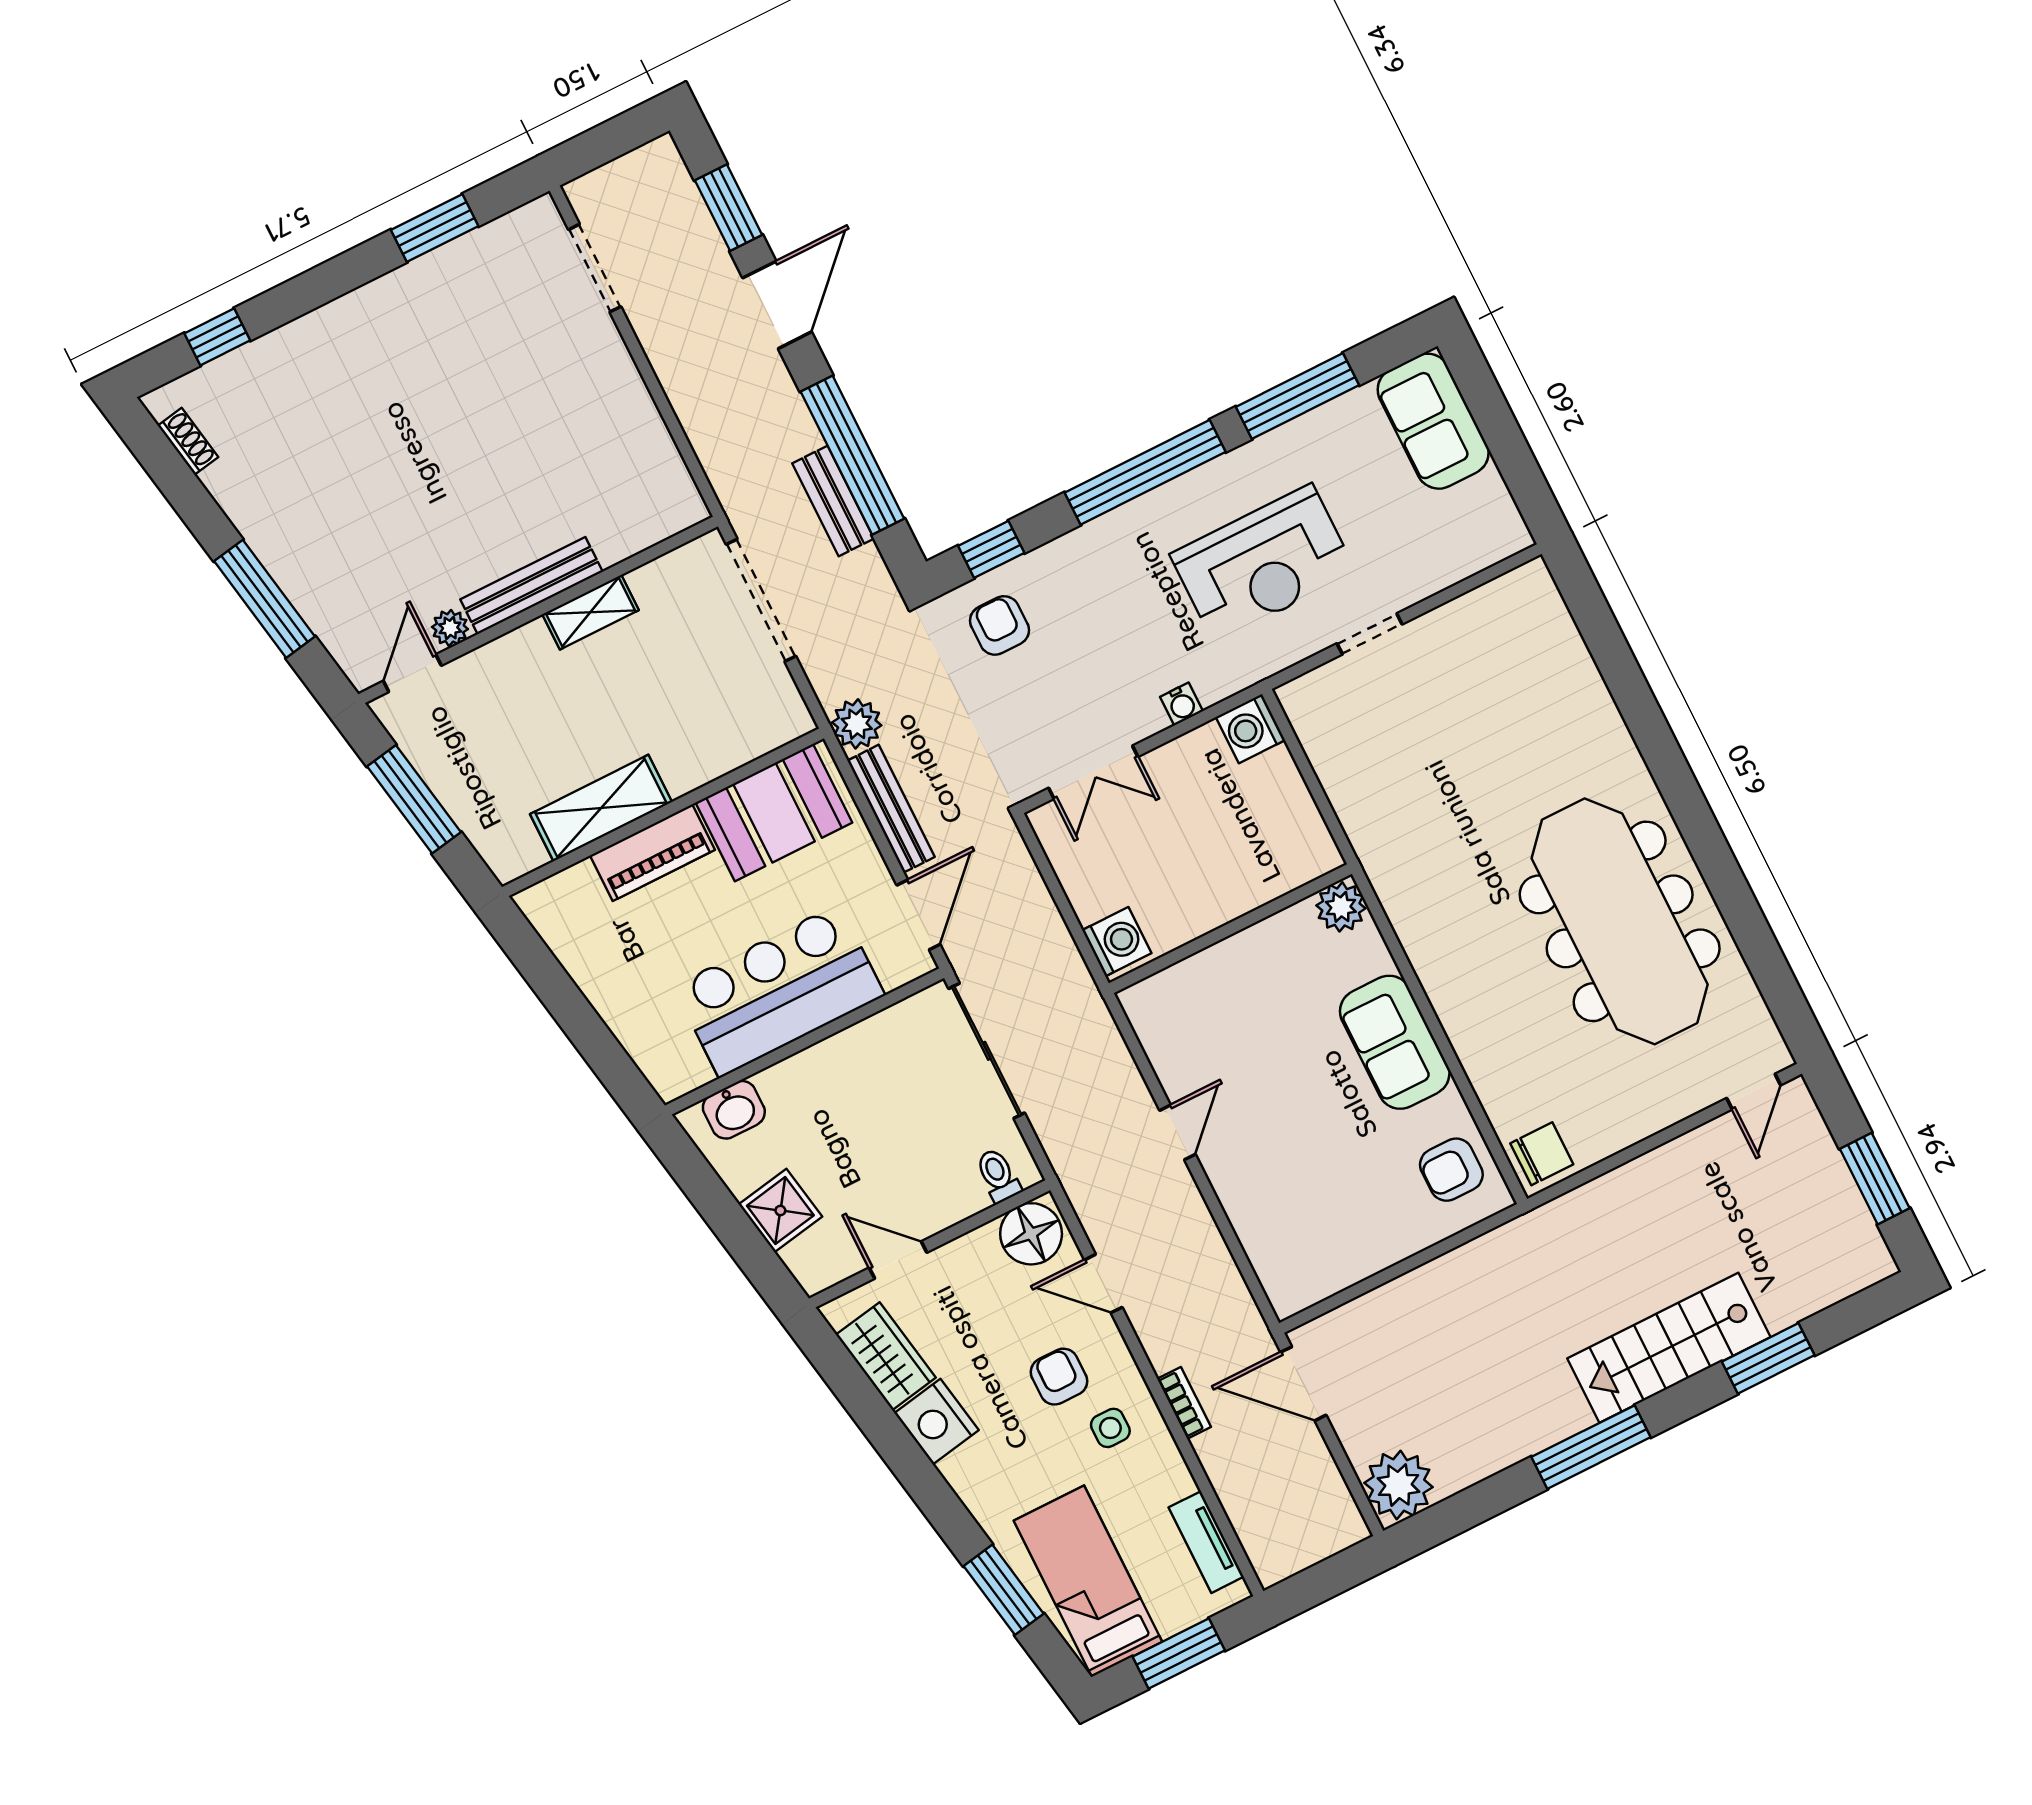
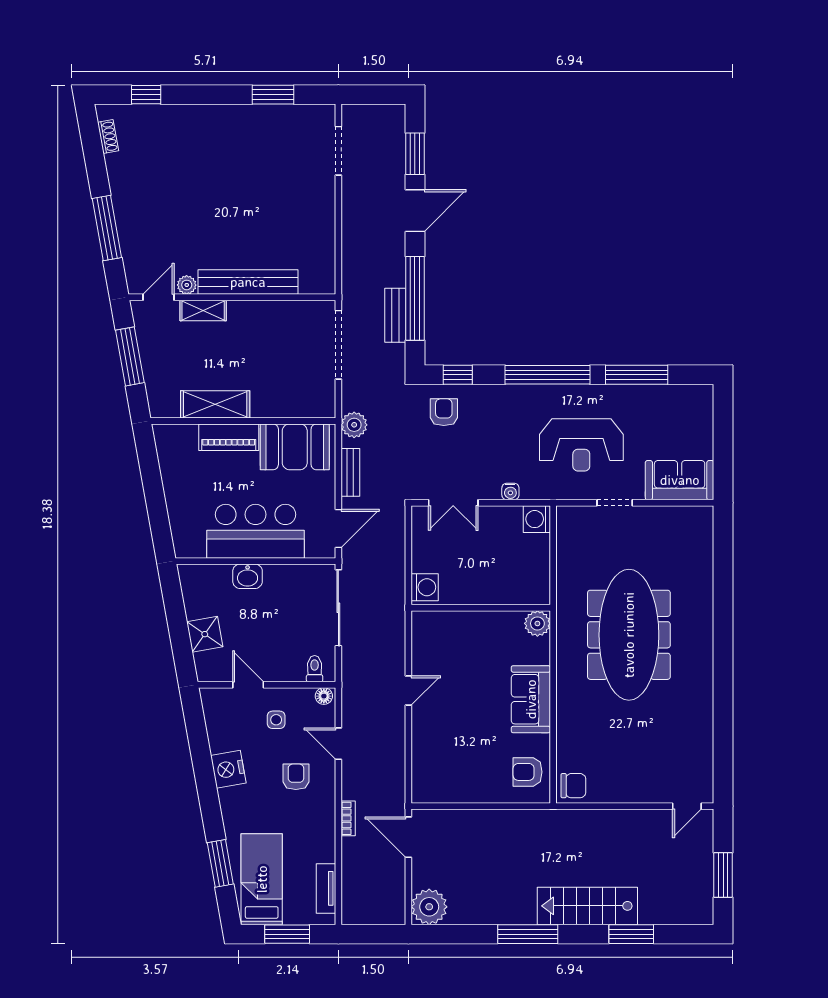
sofa: (1433, 421) -> (680, 480), moved, turned 90
bench: (532, 586) -> (248, 282), width x1.37, depth x1.21
shelving: (591, 612) -> (203, 310), moved
bench: (891, 809) -> (350, 472), width x0.73
meeting table: (1620, 921) -> (629, 635), moved
washbasin: (734, 1110) -> (248, 576), moved
floor lamp: (1031, 1234) -> (324, 696), width x0.53, depth x0.53
wardrobe: (886, 1356) -> (220, 727), removed
side table: (1110, 1428) -> (276, 720), moved

